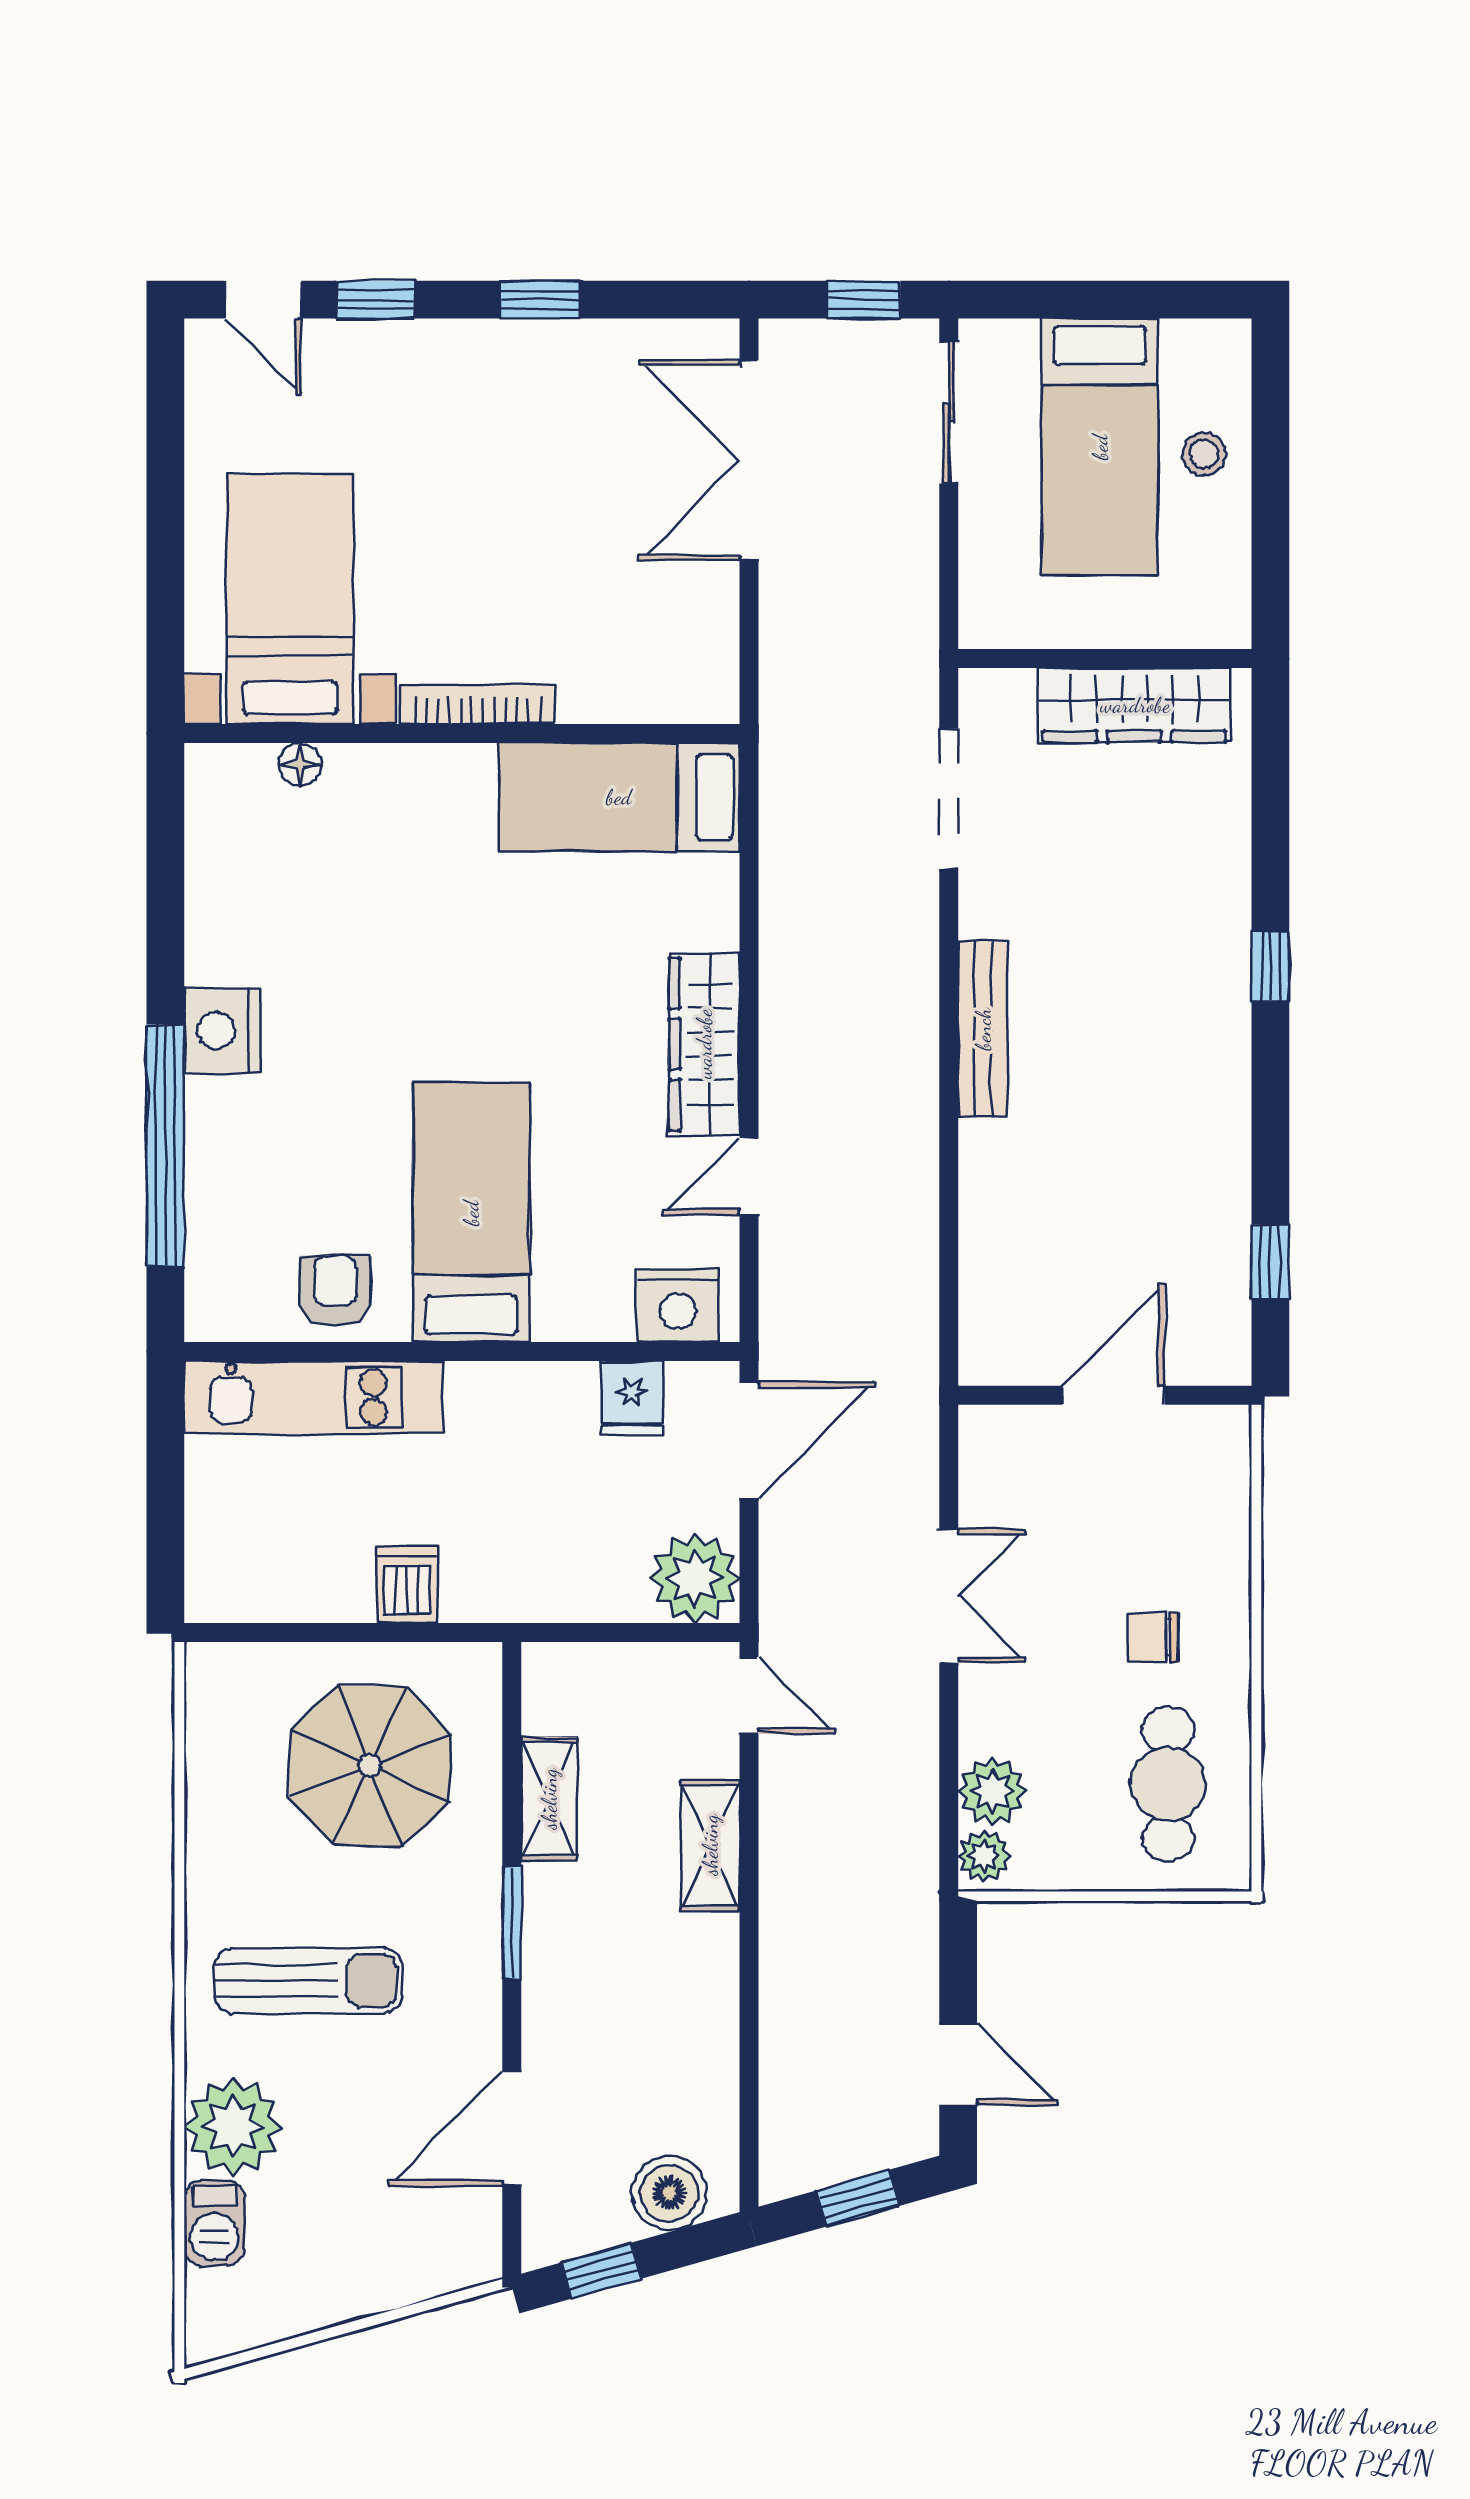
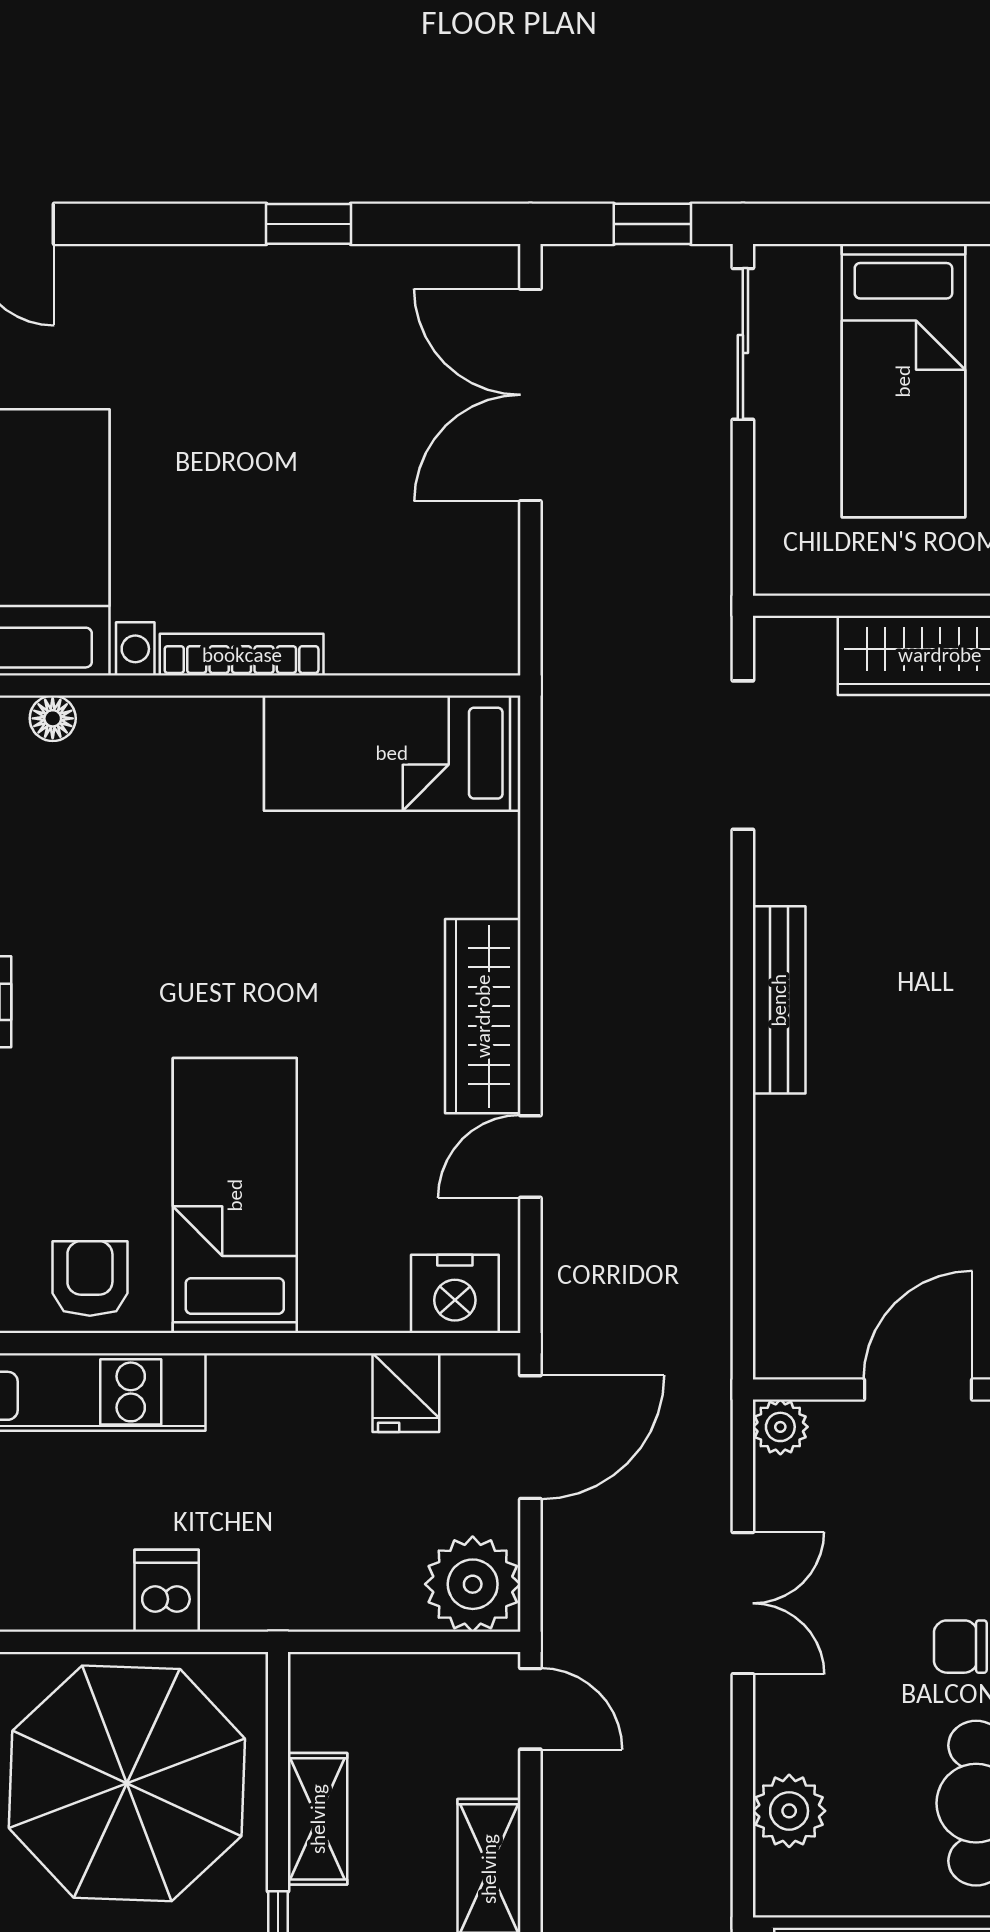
window: (375, 300) -> (133, 224), removed
parasol: (370, 1765) -> (127, 1783), width x1.36, depth x1.36
plant: (984, 1856) -> (780, 1427), moved

